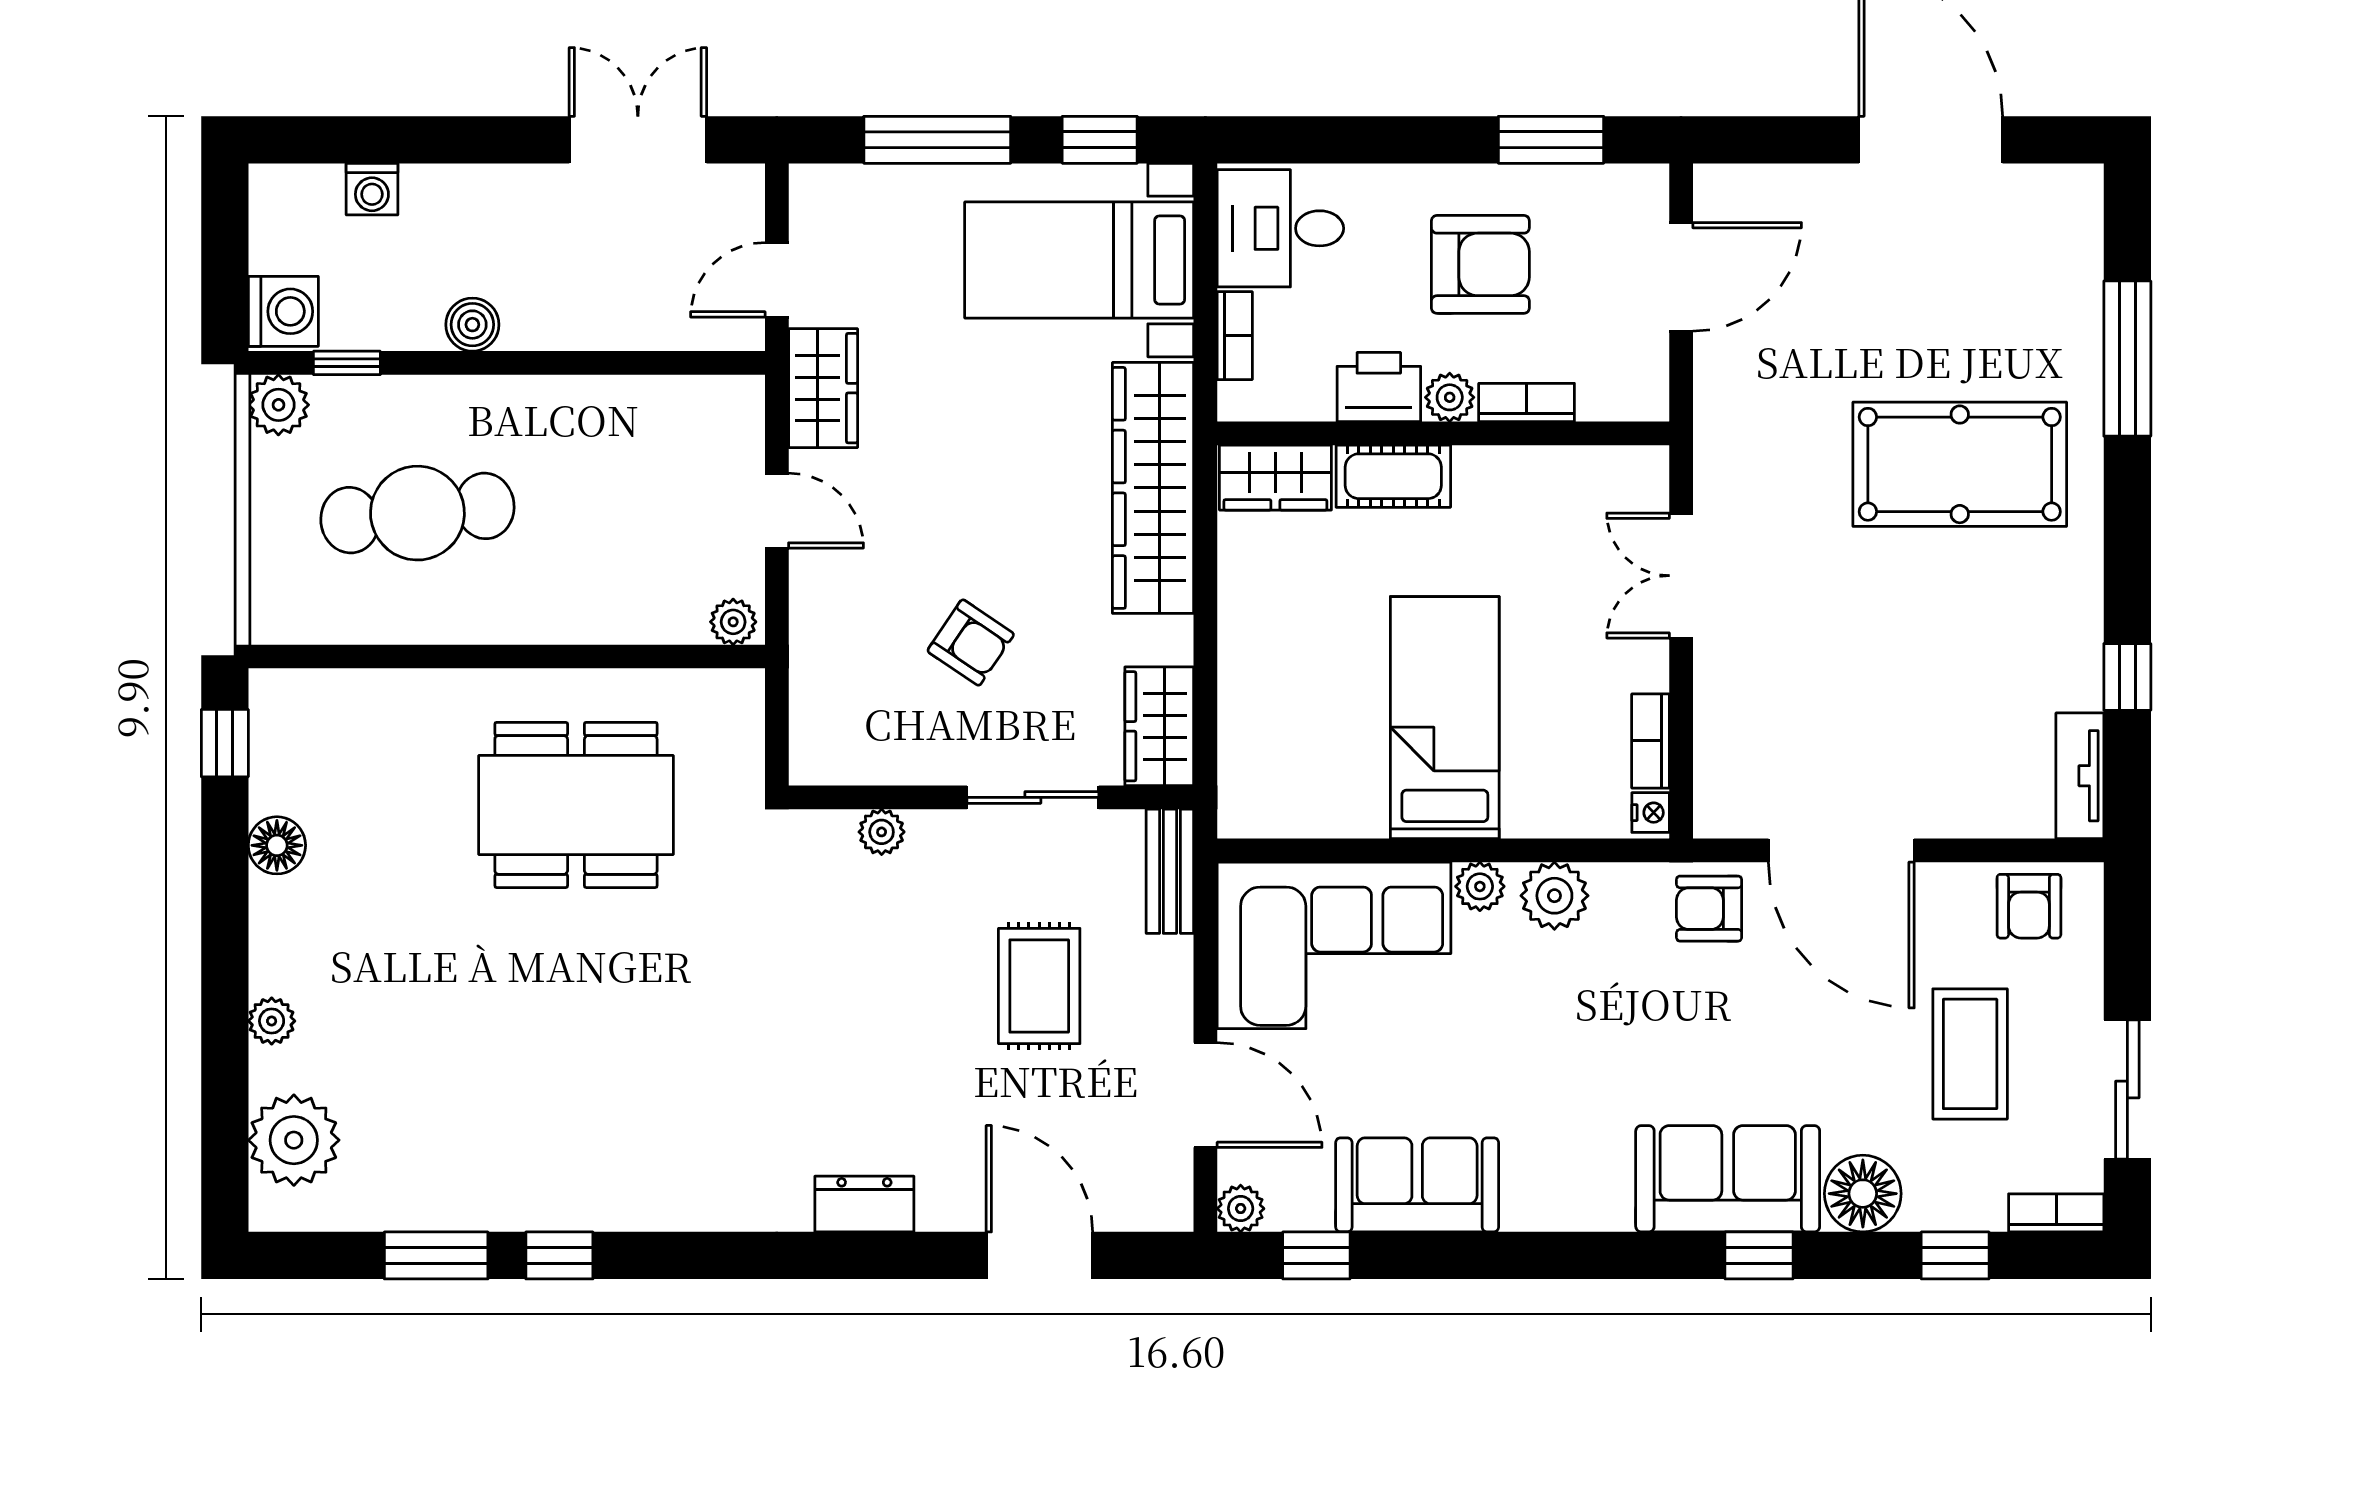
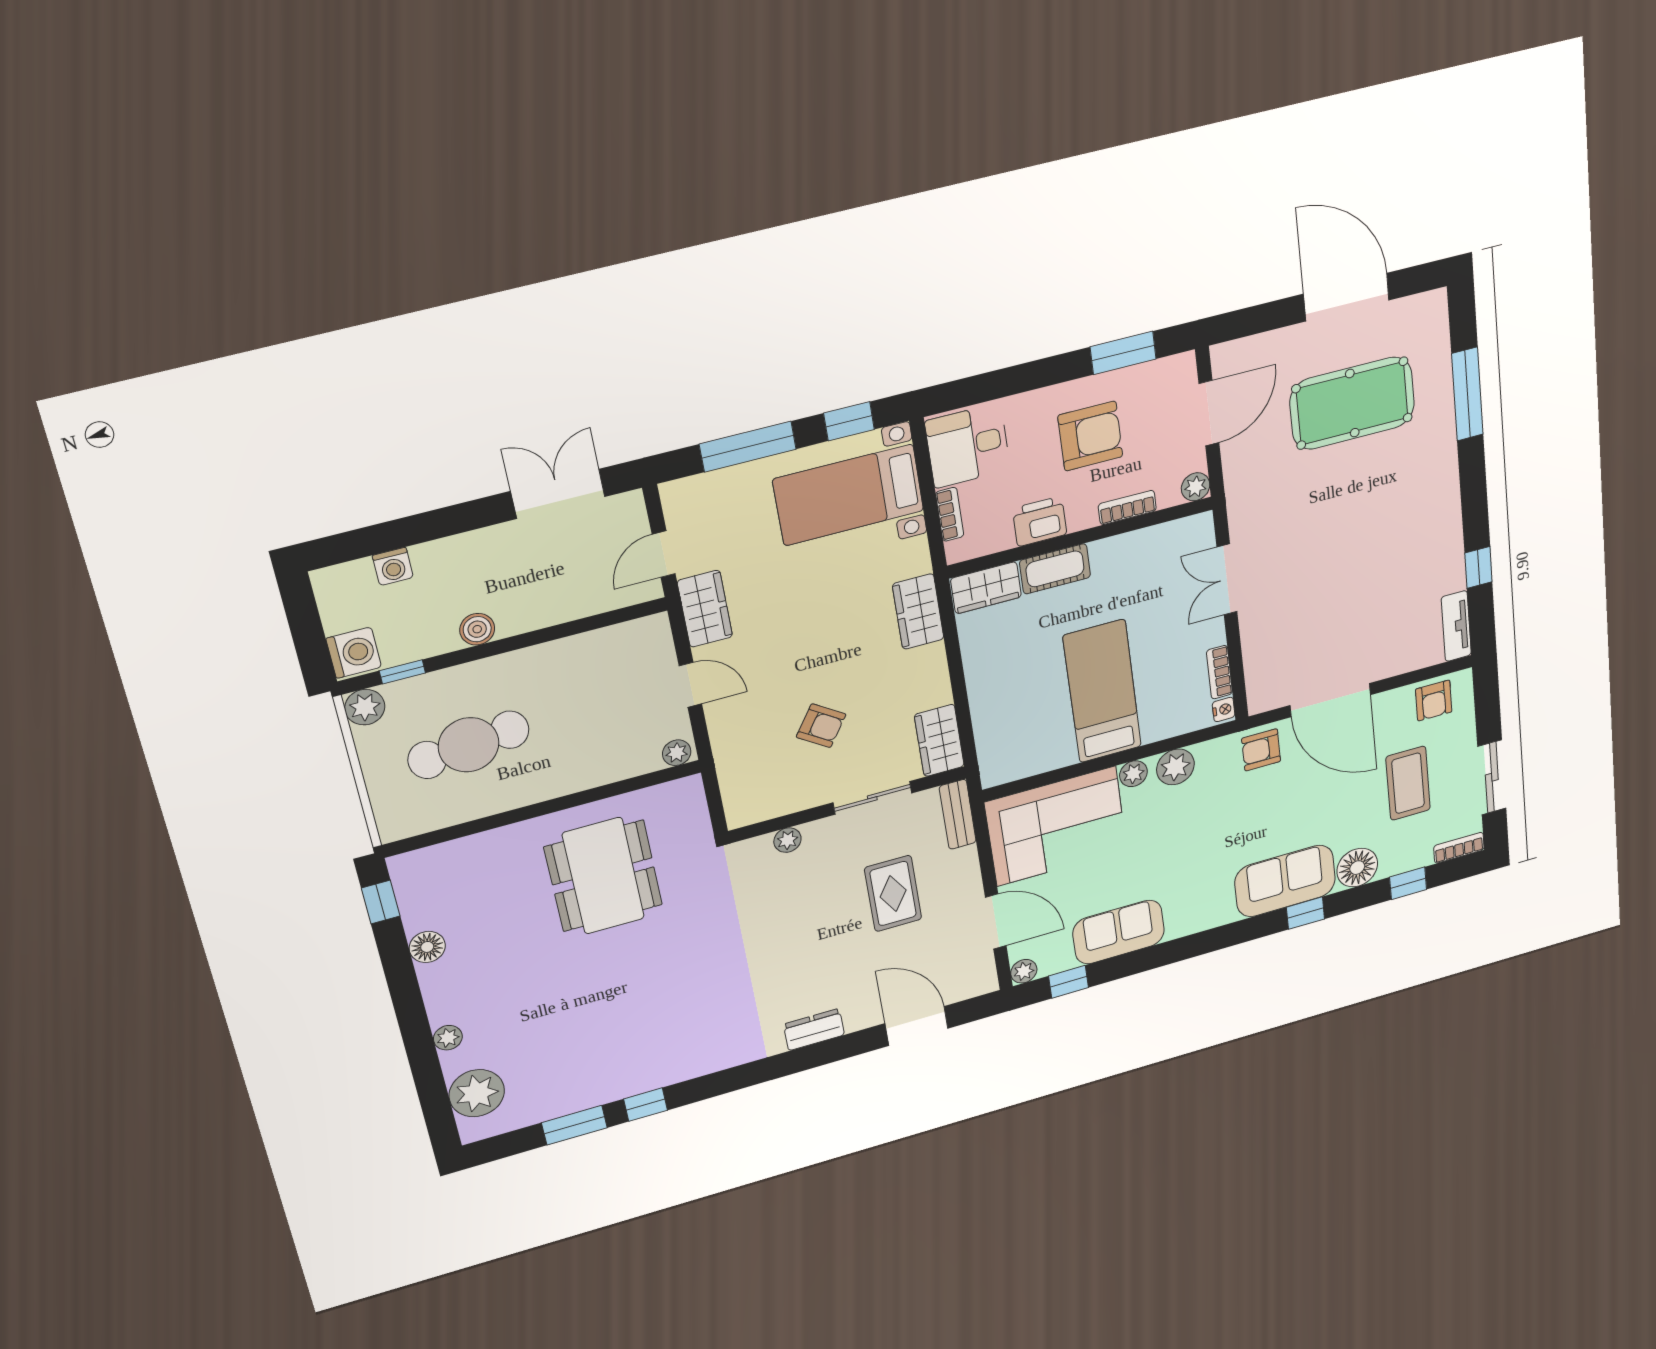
plant: (1450, 397) -> (1196, 487), moved
pool table: (1960, 464) -> (1352, 403), moved
wardrobe: (1153, 488) -> (918, 612), width x0.48, depth x0.85
dining table: (576, 805) -> (603, 876), turned 90

